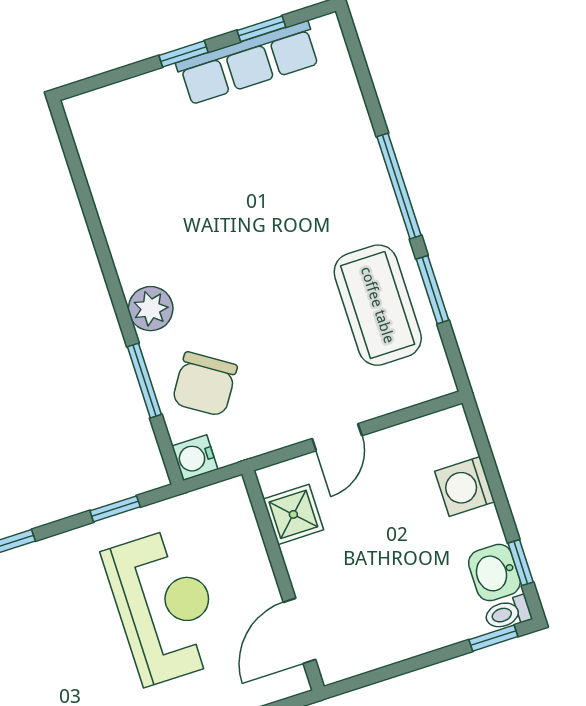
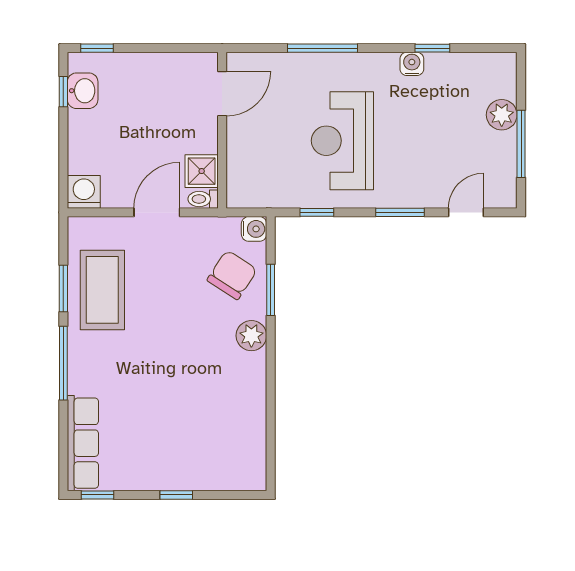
window: (261, 29) -> (97, 495), moved
row of seats: (248, 63) -> (83, 443), moved, turned 90
door: (337, 437) -> (157, 212), width x1.38
washing machine: (465, 487) -> (84, 192), moved, turned -90
reception desk: (165, 606) -> (342, 141), moved
toilet: (508, 613) -> (203, 199), moved, turned 180

